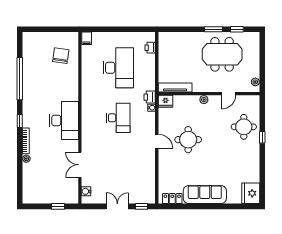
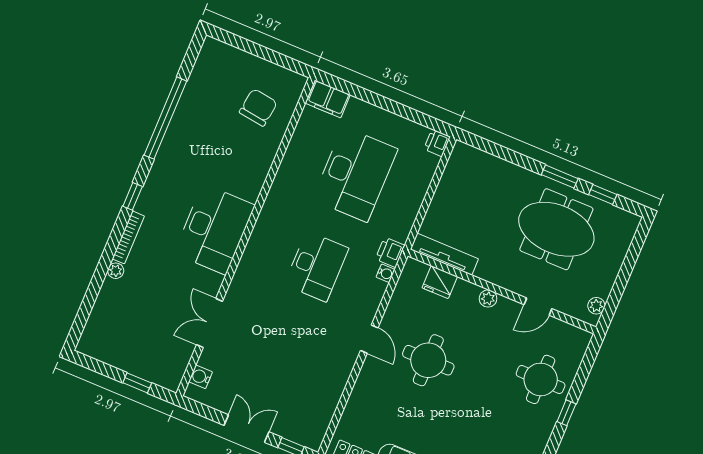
filing cabinet: (87, 38) -> (328, 99), width x2.00
printer: (150, 48) -> (437, 143), moved
fridge: (165, 101) -> (440, 282), moved

